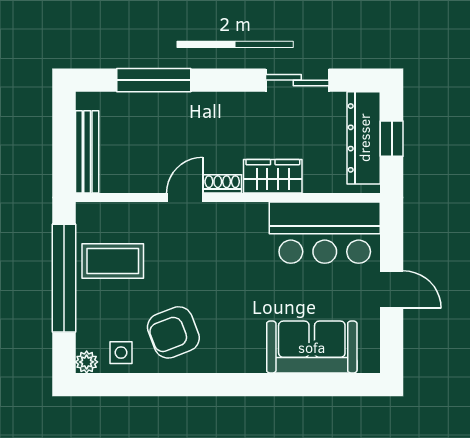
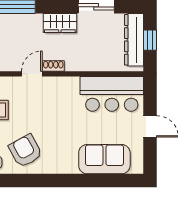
wardrobe: (273, 176) -> (60, 23), moved, turned 180
armchair: (173, 332) -> (25, 151), turned 82

